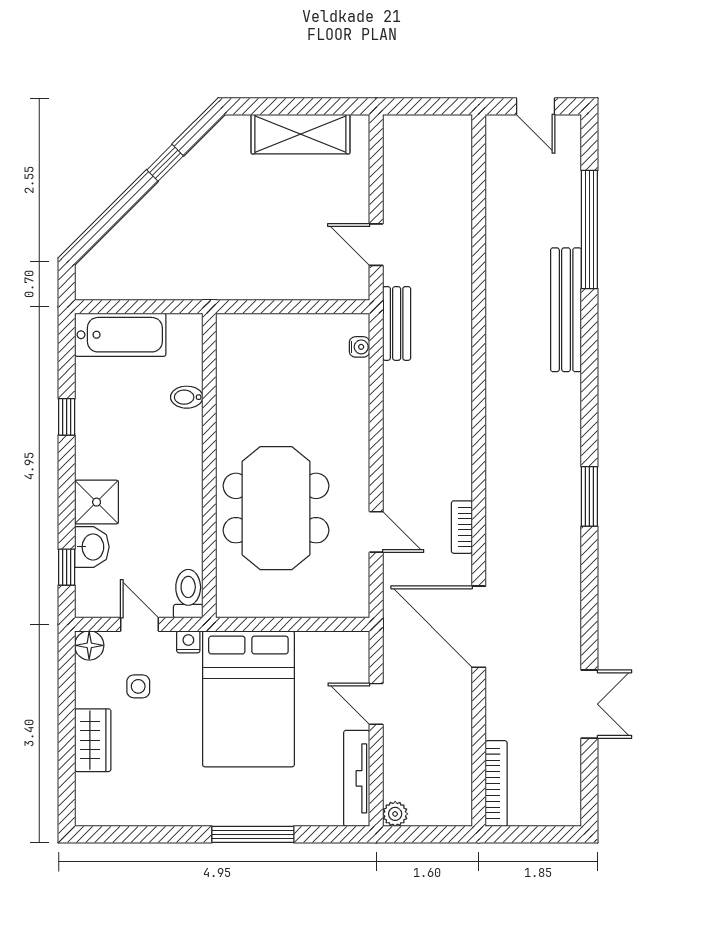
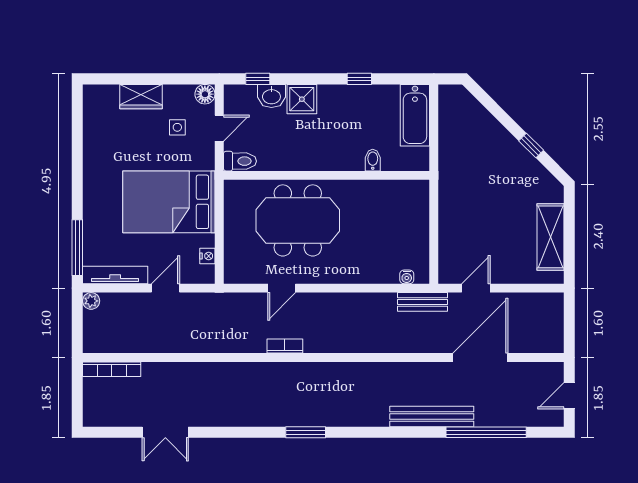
door: (479, 627) -> (480, 357), moved
nightstand: (188, 642) -> (207, 256), moved
window: (253, 834) -> (77, 248), moved

